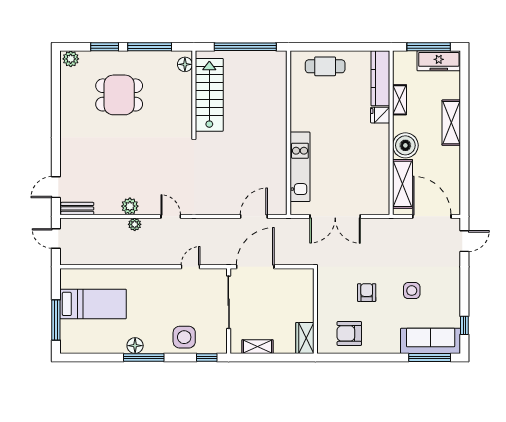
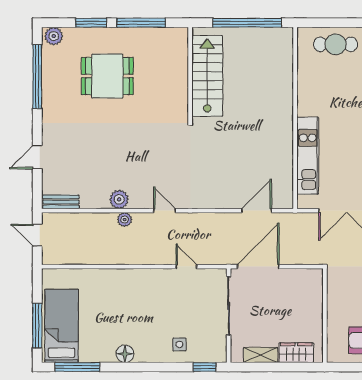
floor lamp: (185, 64) -> (180, 42), removed
window: (56, 95) -> (37, 77), added
door: (56, 187) -> (37, 157), moved
door: (191, 267) -> (186, 267), hinge flipped
bed: (93, 304) -> (62, 326), moved, turned -90
side table: (184, 337) -> (179, 344), width x0.54, depth x0.54
wardrobe: (305, 338) -> (296, 353), moved, turned 90
window: (144, 358) -> (77, 367), moved

